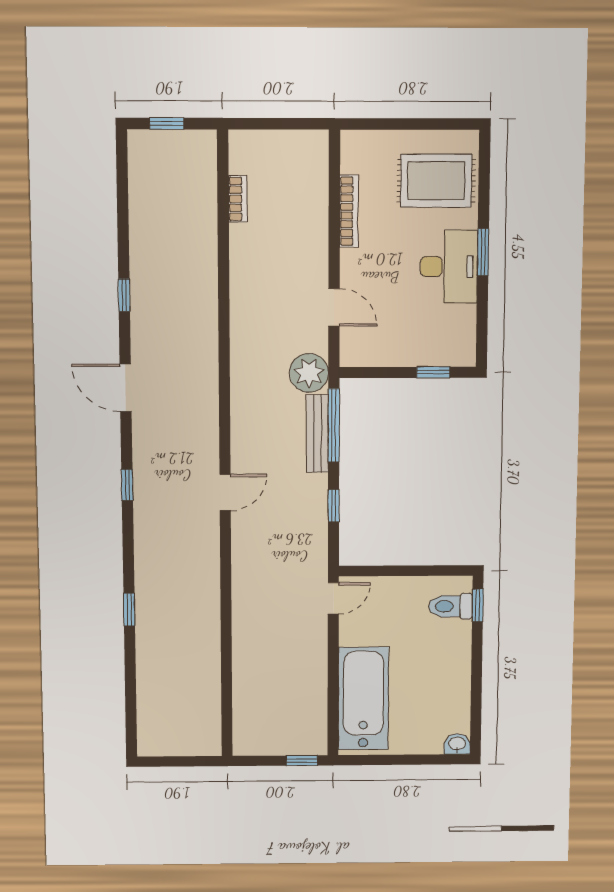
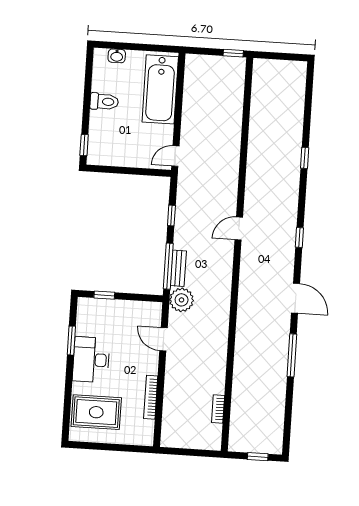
window: (483, 252) -> (71, 341), moved
window: (124, 295) -> (292, 355), width x2.17
bench: (317, 433) -> (178, 268), width x0.73
toilet: (450, 606) -> (104, 102), moved
washbasin: (457, 744) -> (117, 56), moved
window: (302, 761) -> (233, 53), moved

